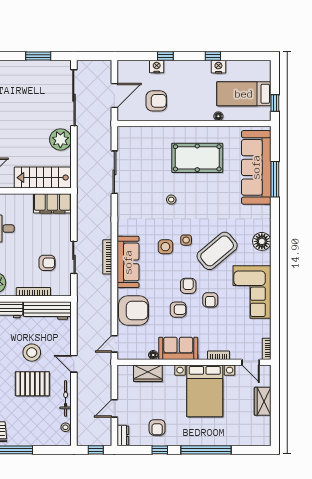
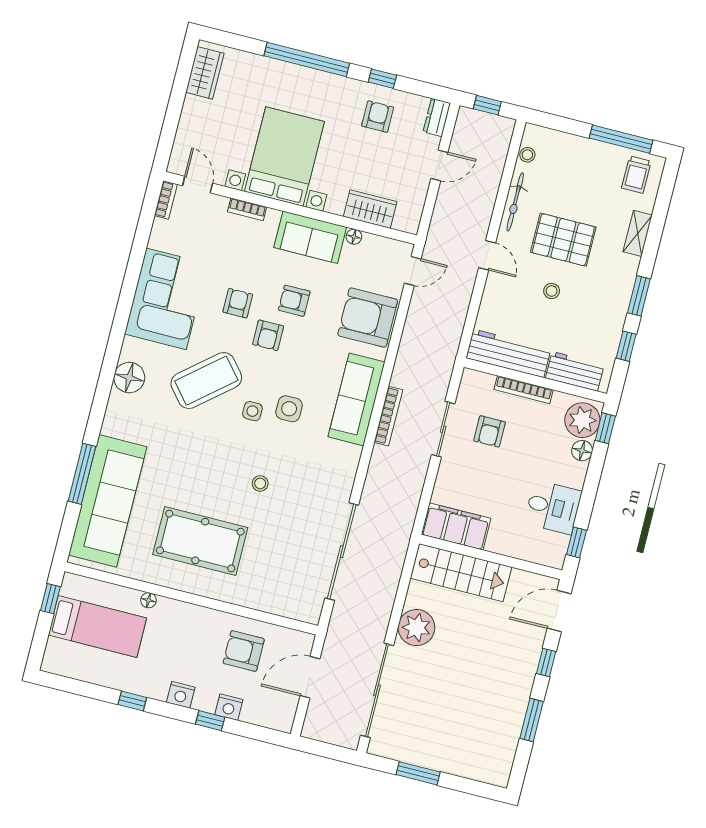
nightstand: (218, 67) -> (181, 695), moved
sliding door: (114, 172) -> (342, 552), width x1.36
armchair: (47, 263) -> (489, 431), turned -90
stool: (32, 353) -> (552, 291), width x0.53, depth x0.53
wardrobe: (263, 401) -> (205, 73), moved

